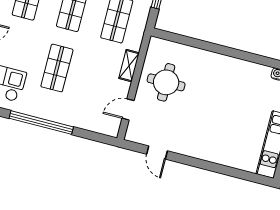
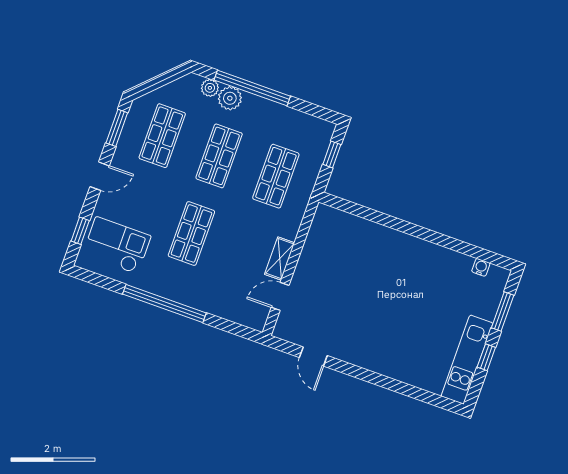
shelving: (129, 66) -> (280, 259), moved
round table: (166, 82) -> (333, 265), removed

